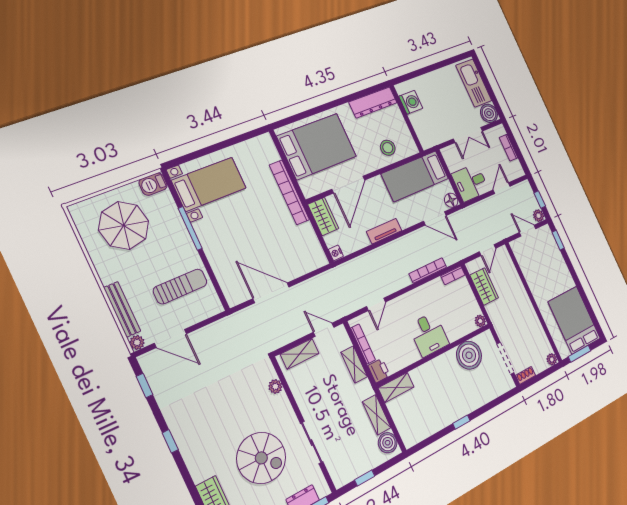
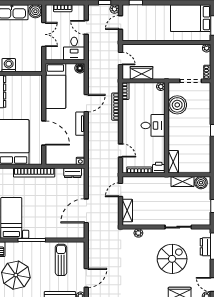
stool: (388, 148) -> (31, 96), removed
wardrobe: (323, 216) -> (56, 158), removed
door: (435, 218) -> (86, 103), moved
dresser: (315, 249) -> (73, 173), added
shelving: (354, 364) -> (148, 181), removed

